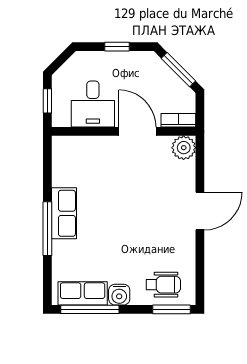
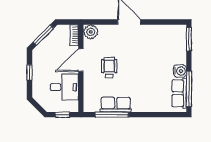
row of seats: (64, 213) -> (116, 105), moved
window: (47, 229) -> (112, 115), moved
wheelchair: (163, 285) -> (109, 68), moved

